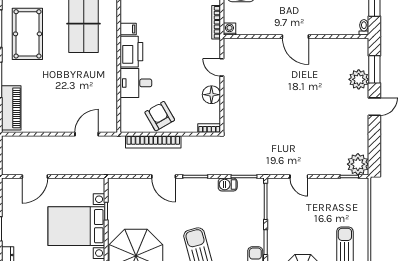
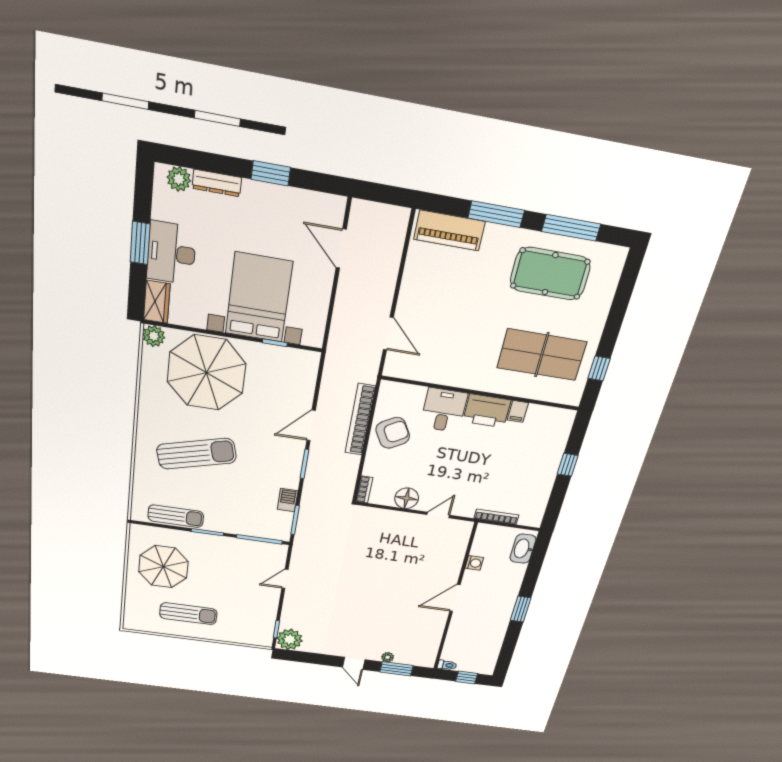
washing machine: (229, 29) -> (474, 563), moved
plant: (359, 79) -> (388, 657), width x0.53, depth x0.53

